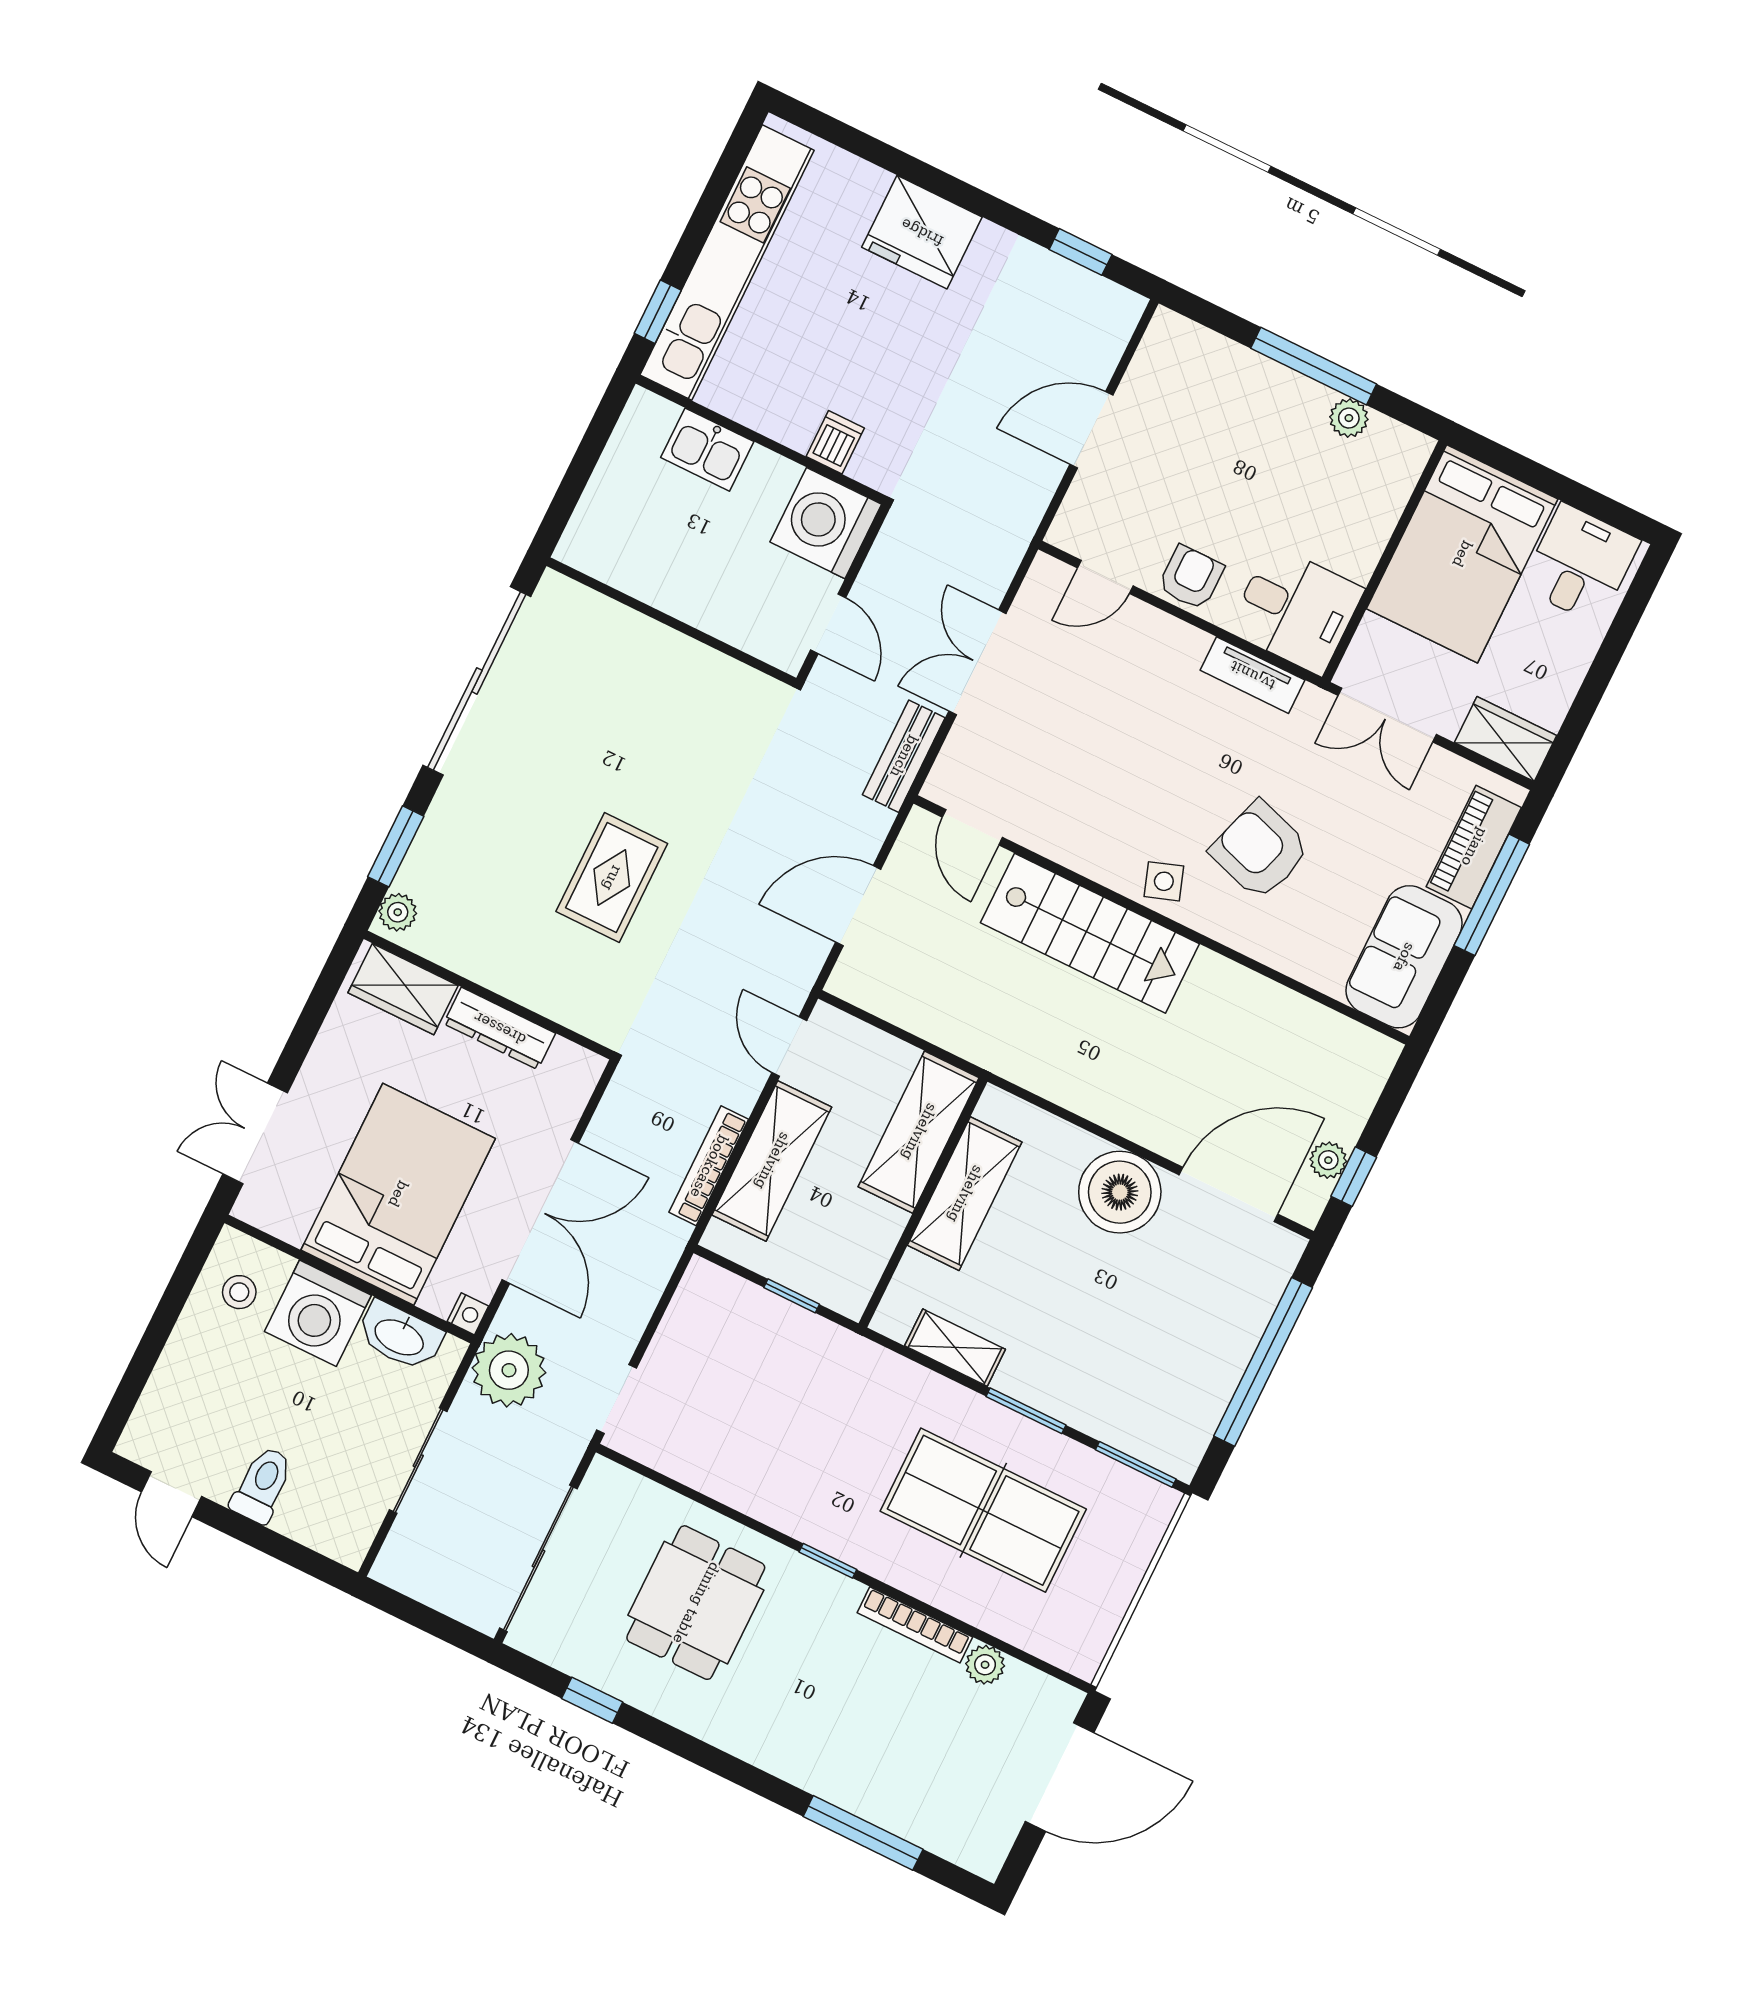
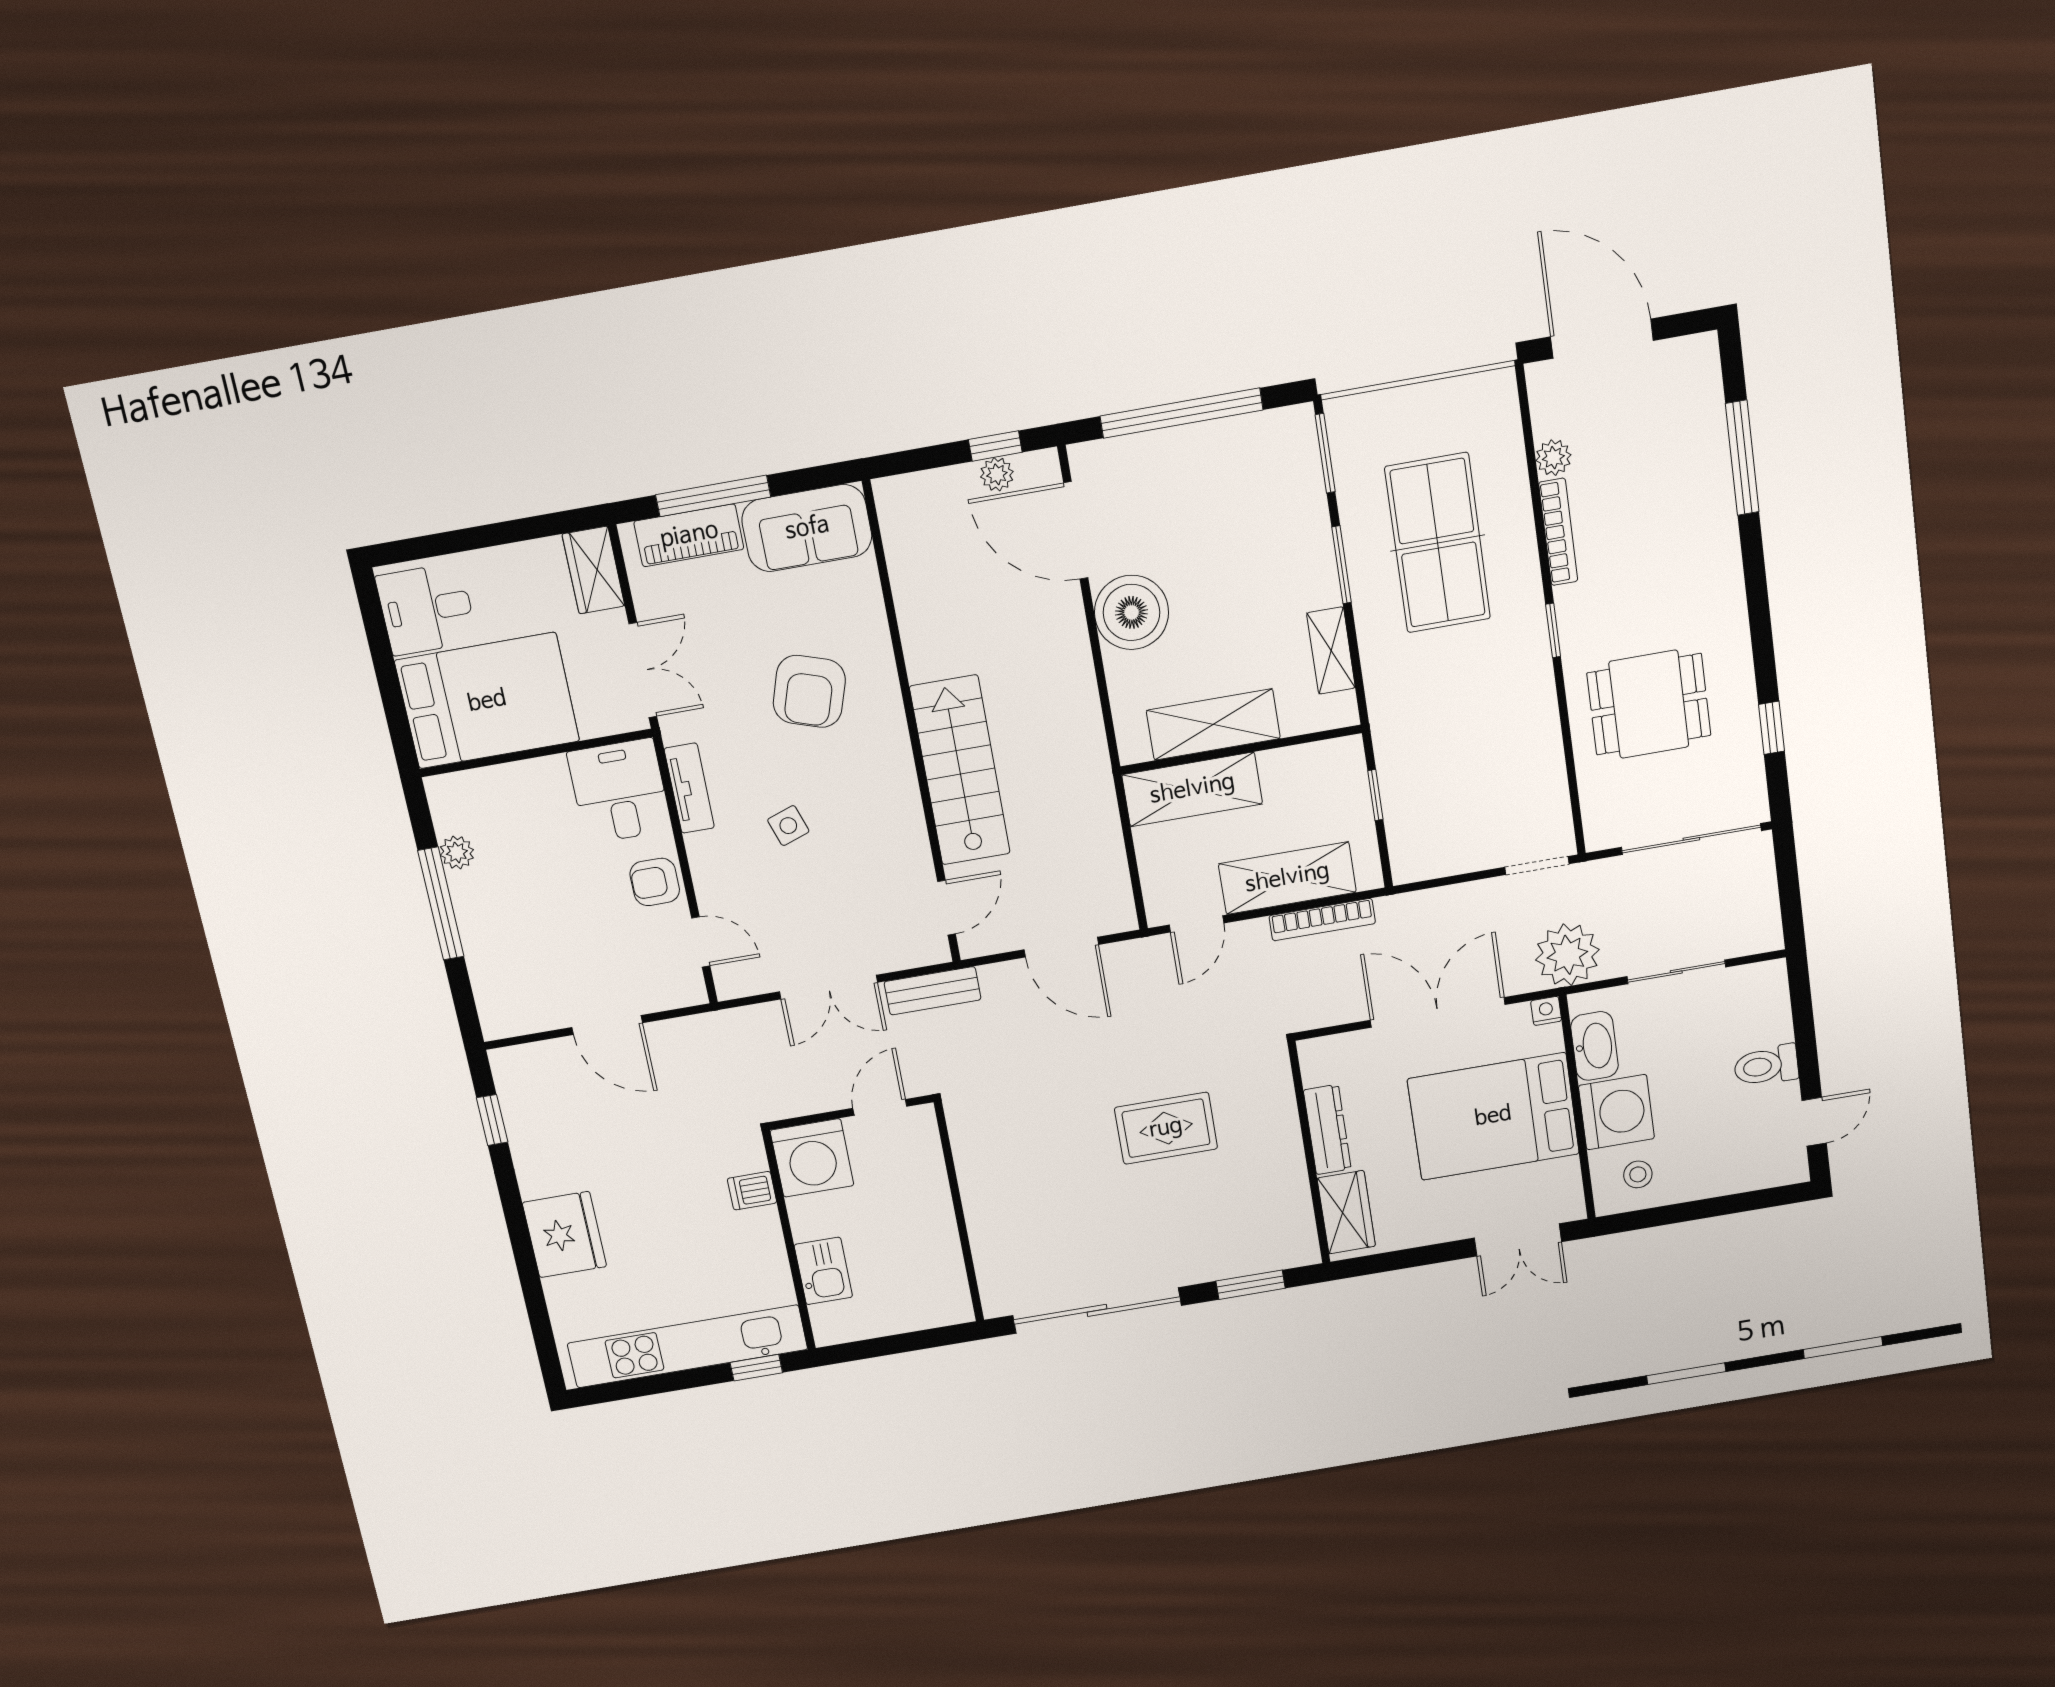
side table: (1164, 881) -> (788, 826), moved
plant: (398, 912) -> (1295, 1252), removed

